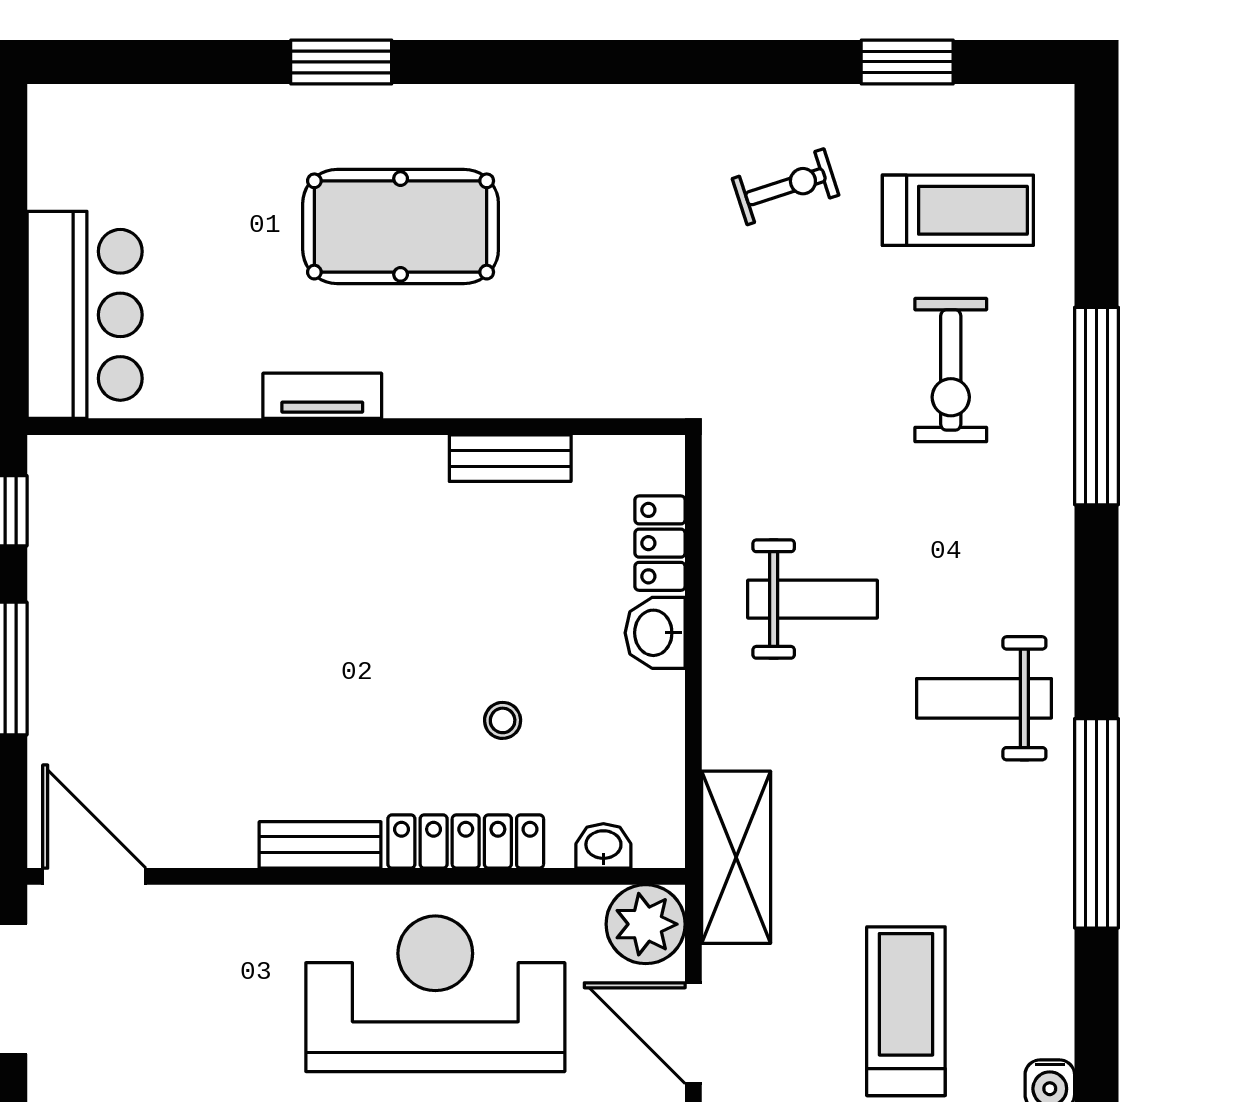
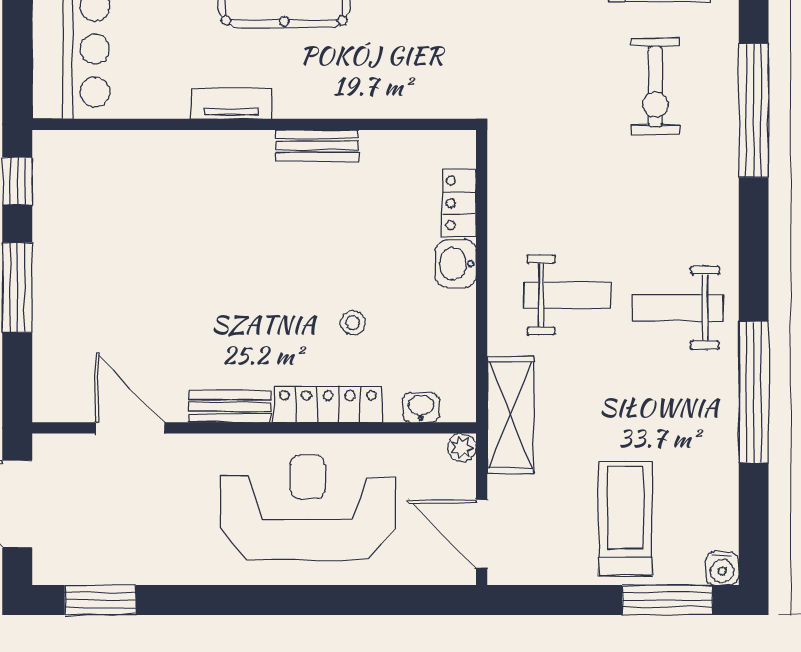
bench: (510, 458) -> (317, 146), moved
weight bench: (812, 599) -> (567, 295), moved
door: (94, 876) -> (130, 428), moved
plant: (646, 924) -> (462, 448), width x0.53, depth x0.53

